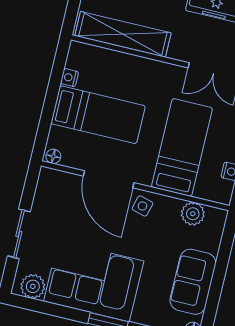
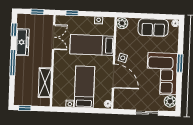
shelving: (123, 34) -> (45, 83), width x0.68
door: (109, 179) -> (113, 76), hinge flipped
plant: (193, 214) -> (122, 23), moved

